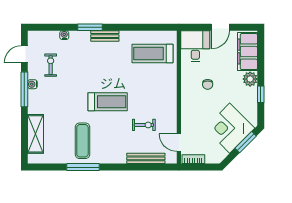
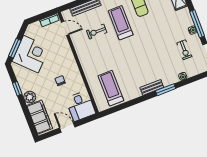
door: (220, 27) -> (67, 127), hinge flipped
treadmill: (153, 53) -> (111, 88), turned -90
treadmill: (108, 102) -> (121, 23), moved, turned 90

